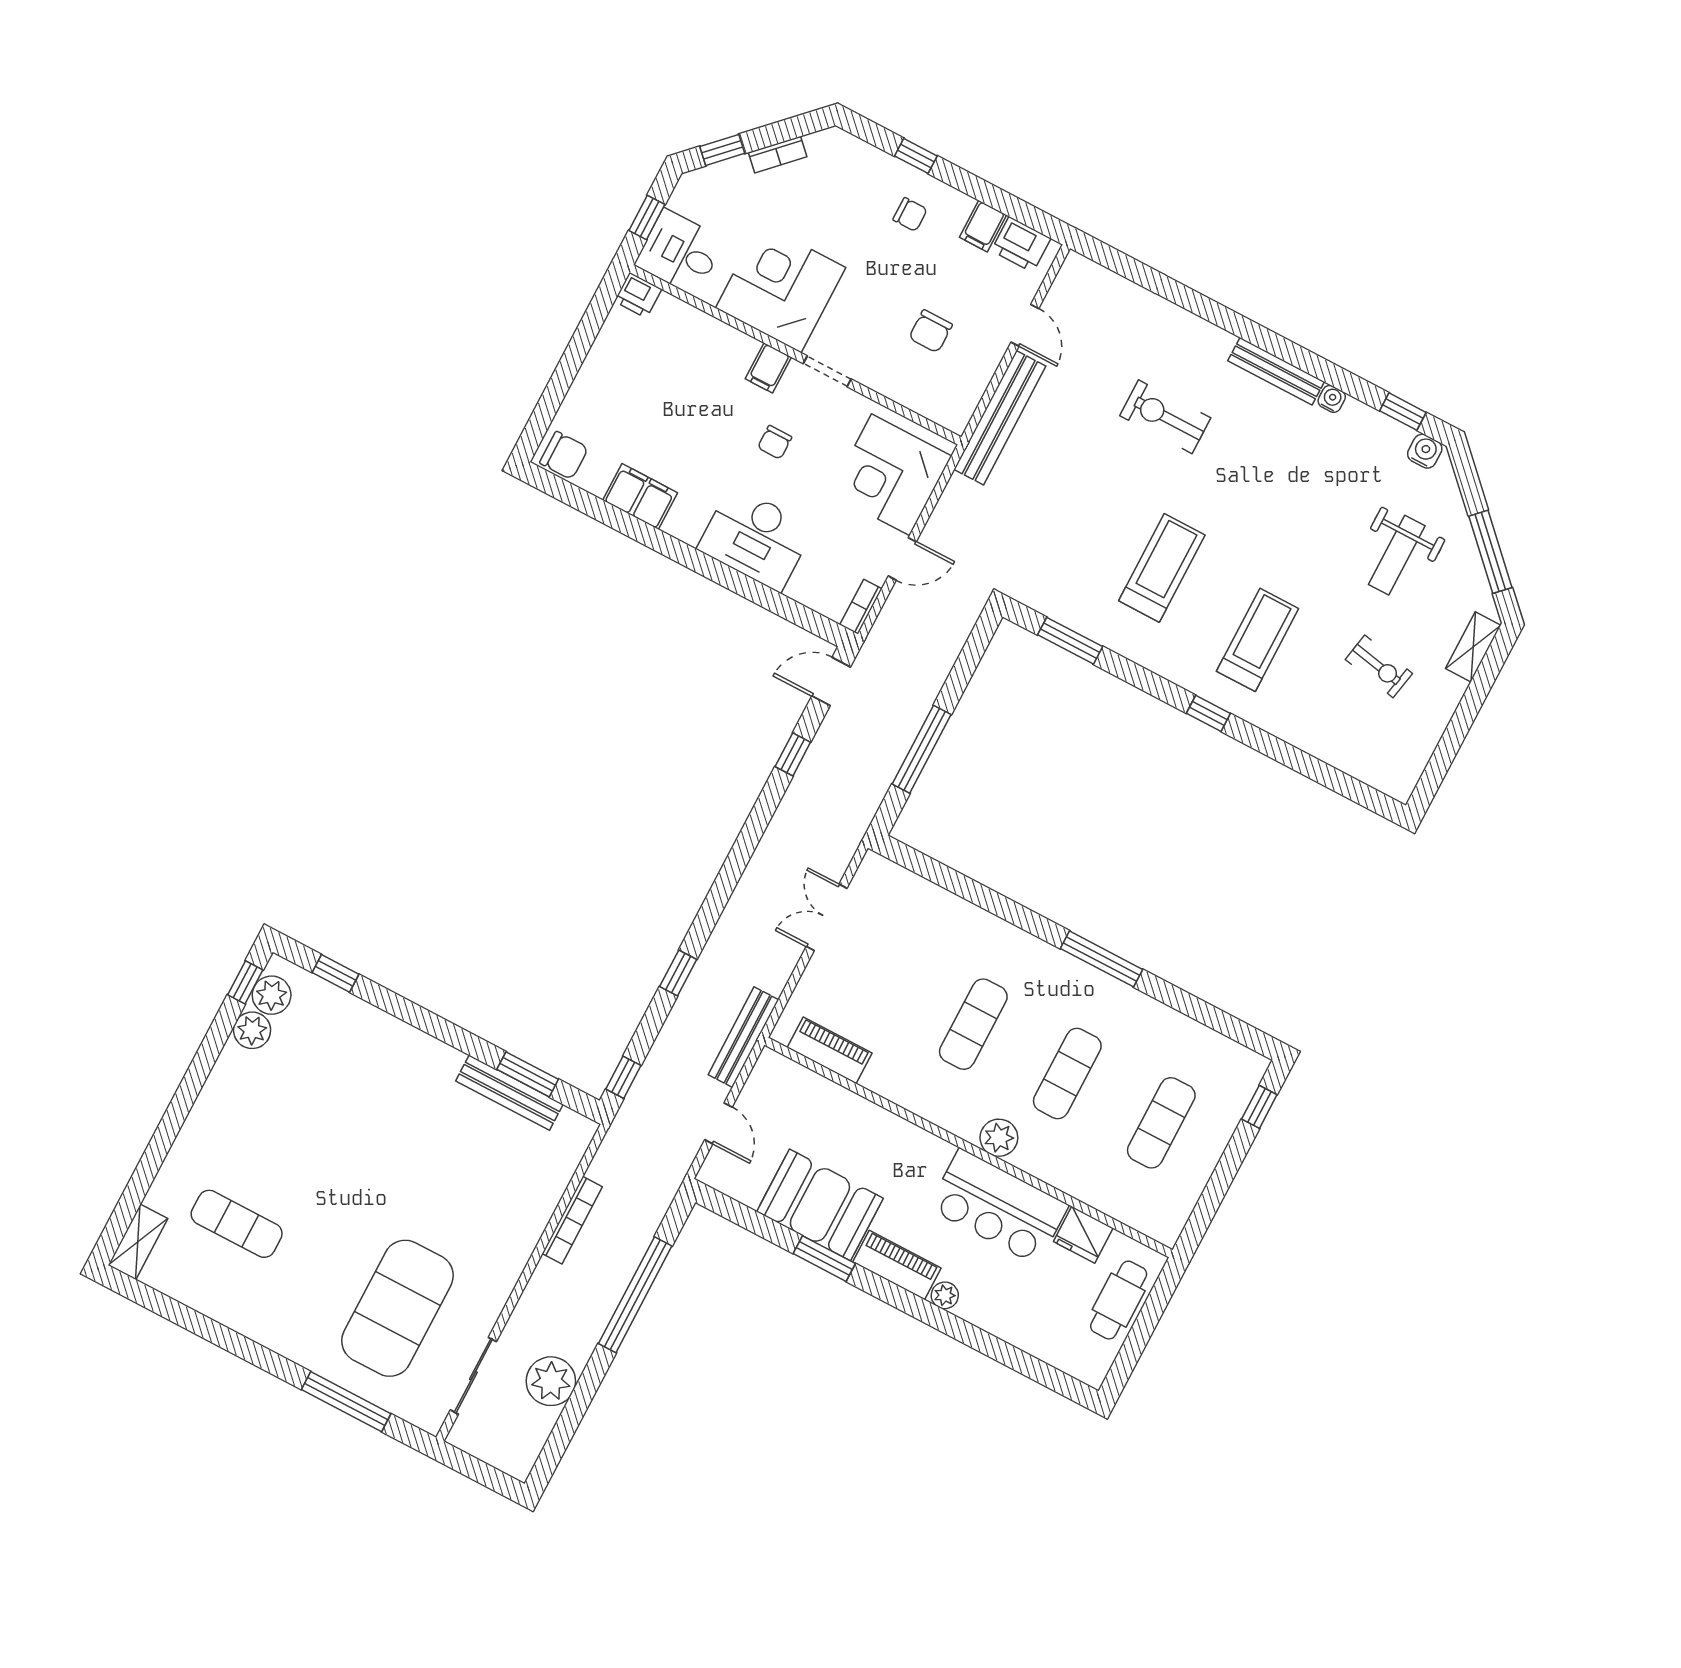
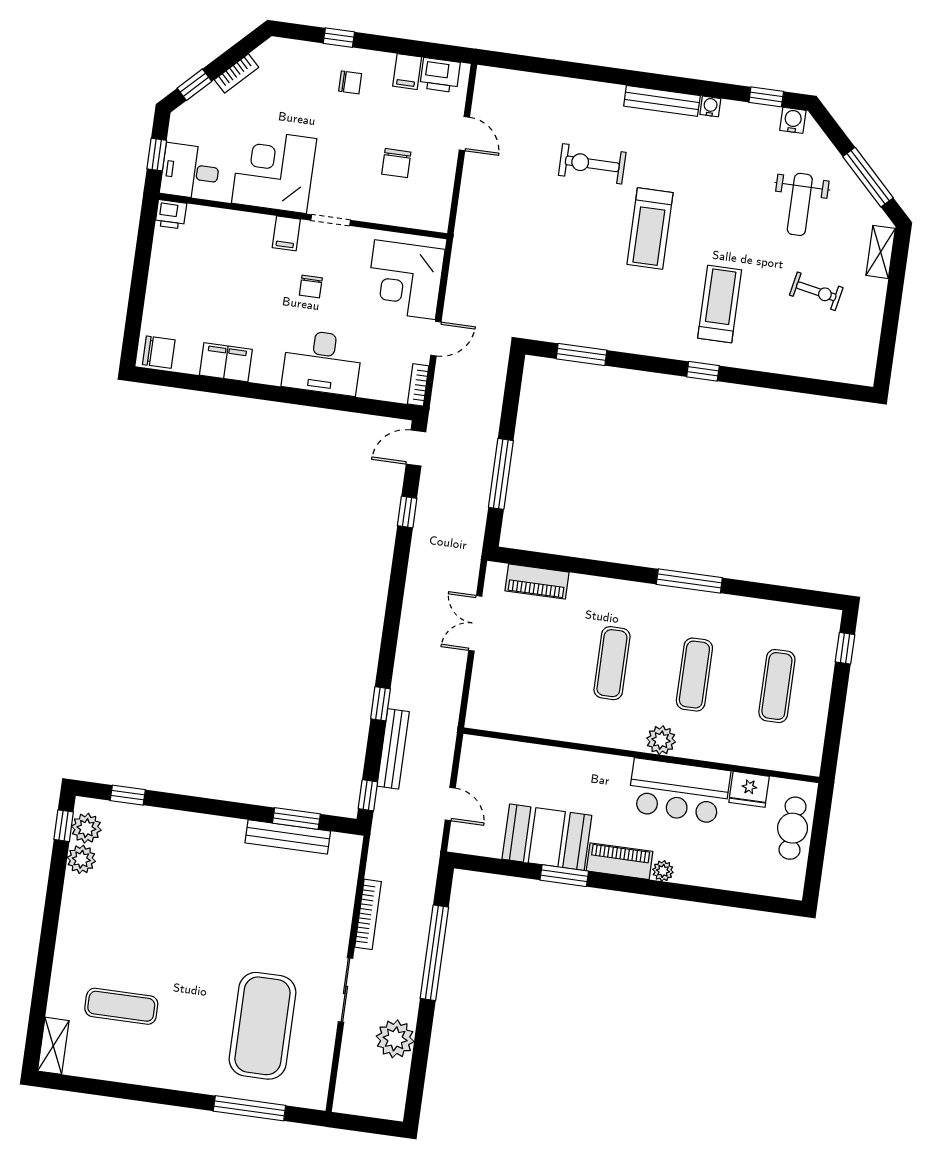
bench: (1000, 418) -> (470, 209), removed
treadmill: (1162, 568) -> (650, 228), moved, turned 180
bench: (743, 1037) -> (393, 749), moved
piano: (830, 1050) -> (537, 581), moved, turned 180
sliding door: (473, 1376) -> (346, 990), moved

